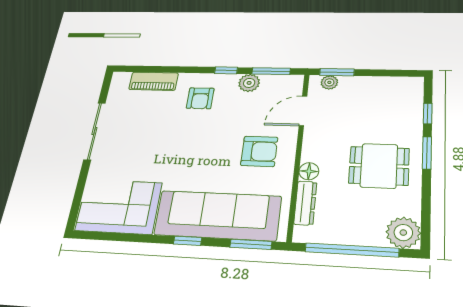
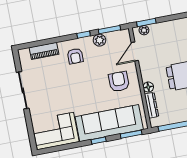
armchair: (259, 151) -> (119, 82), turned -90

